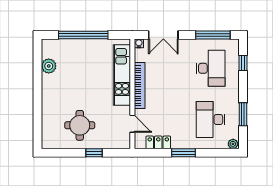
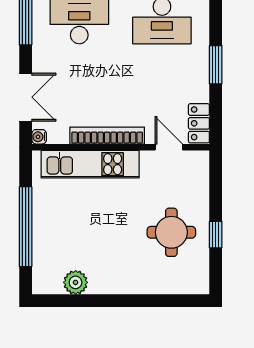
door: (132, 124) -> (169, 147), hinge flipped
locker: (158, 142) -> (199, 123), moved
window: (94, 153) -> (216, 235), moved

